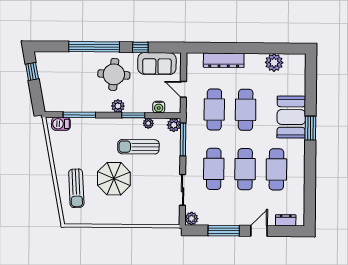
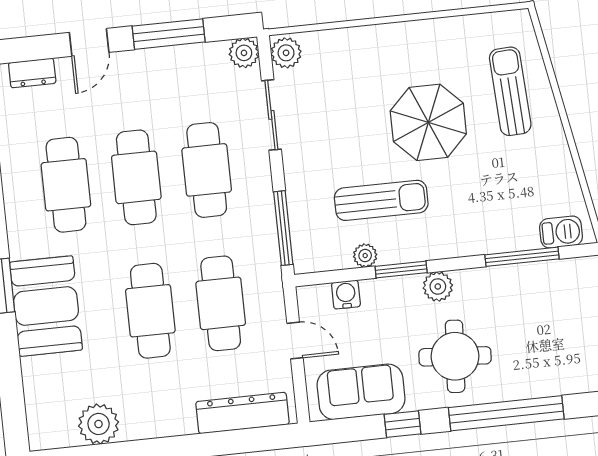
dresser: (224, 60) -> (242, 413), moved
plant: (174, 125) -> (286, 53), moved

